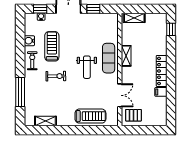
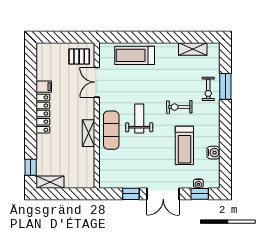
shelving: (134, 18) -> (50, 182), moved
exercise bike: (32, 61) -> (208, 89), moved
window: (20, 92) -> (225, 86), width x0.69

